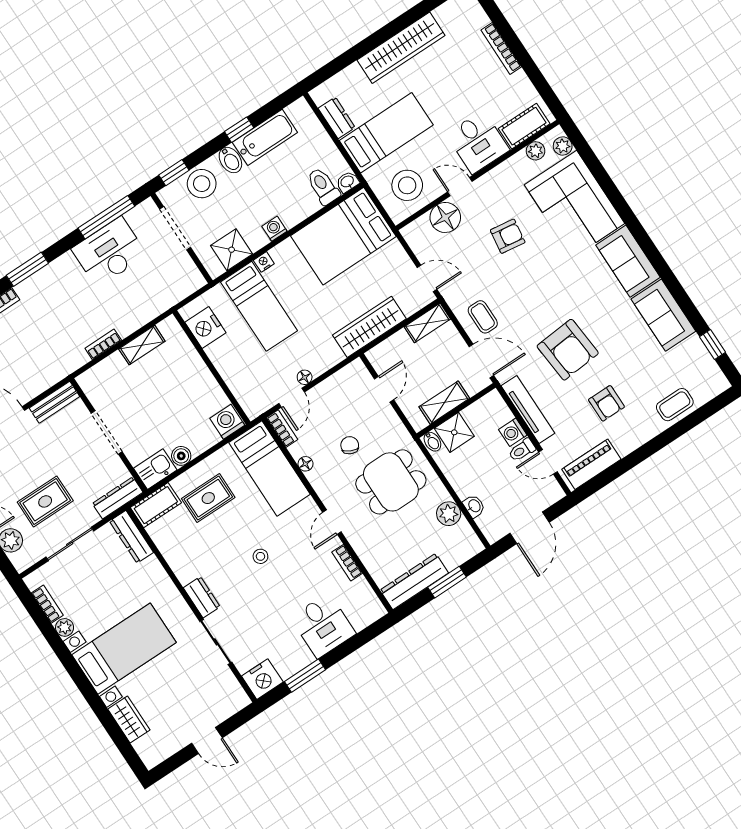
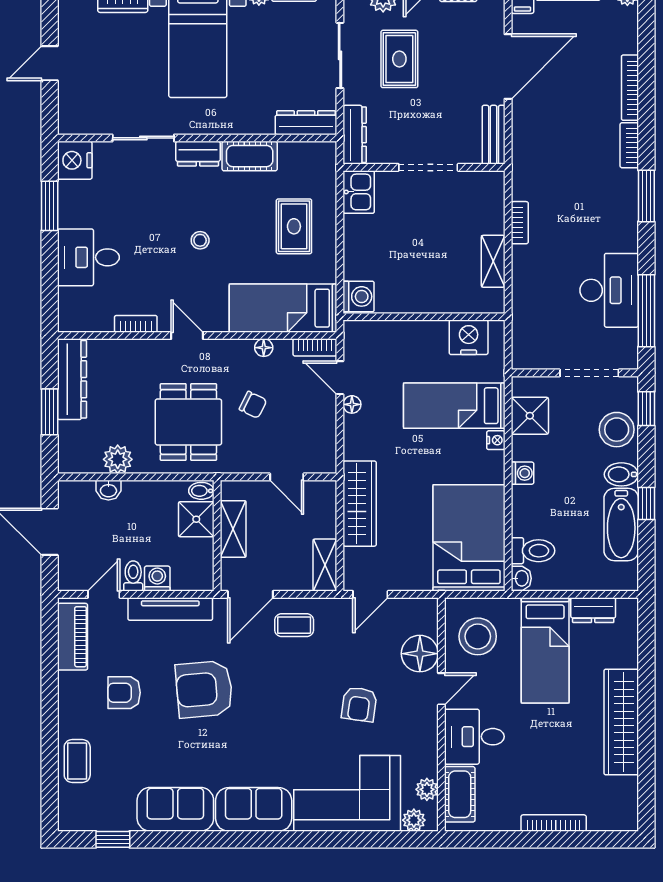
boiler: (181, 456) -> (355, 227), removed
cot: (156, 505) -> (250, 156), moved, turned 90

